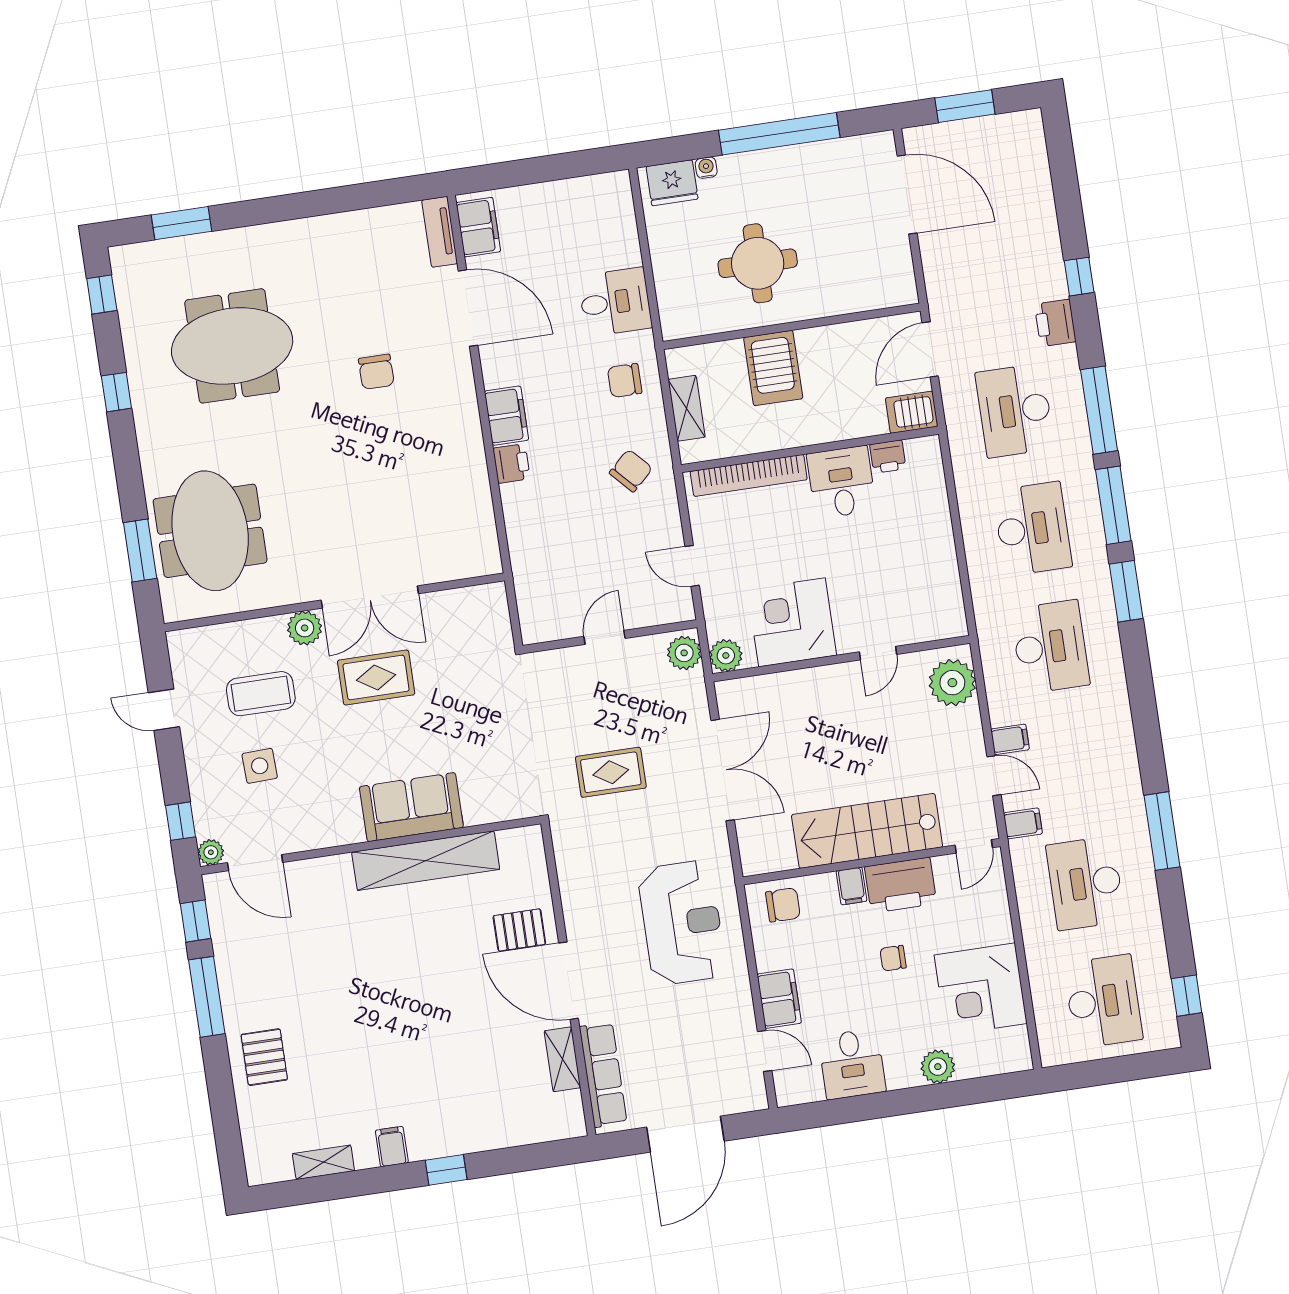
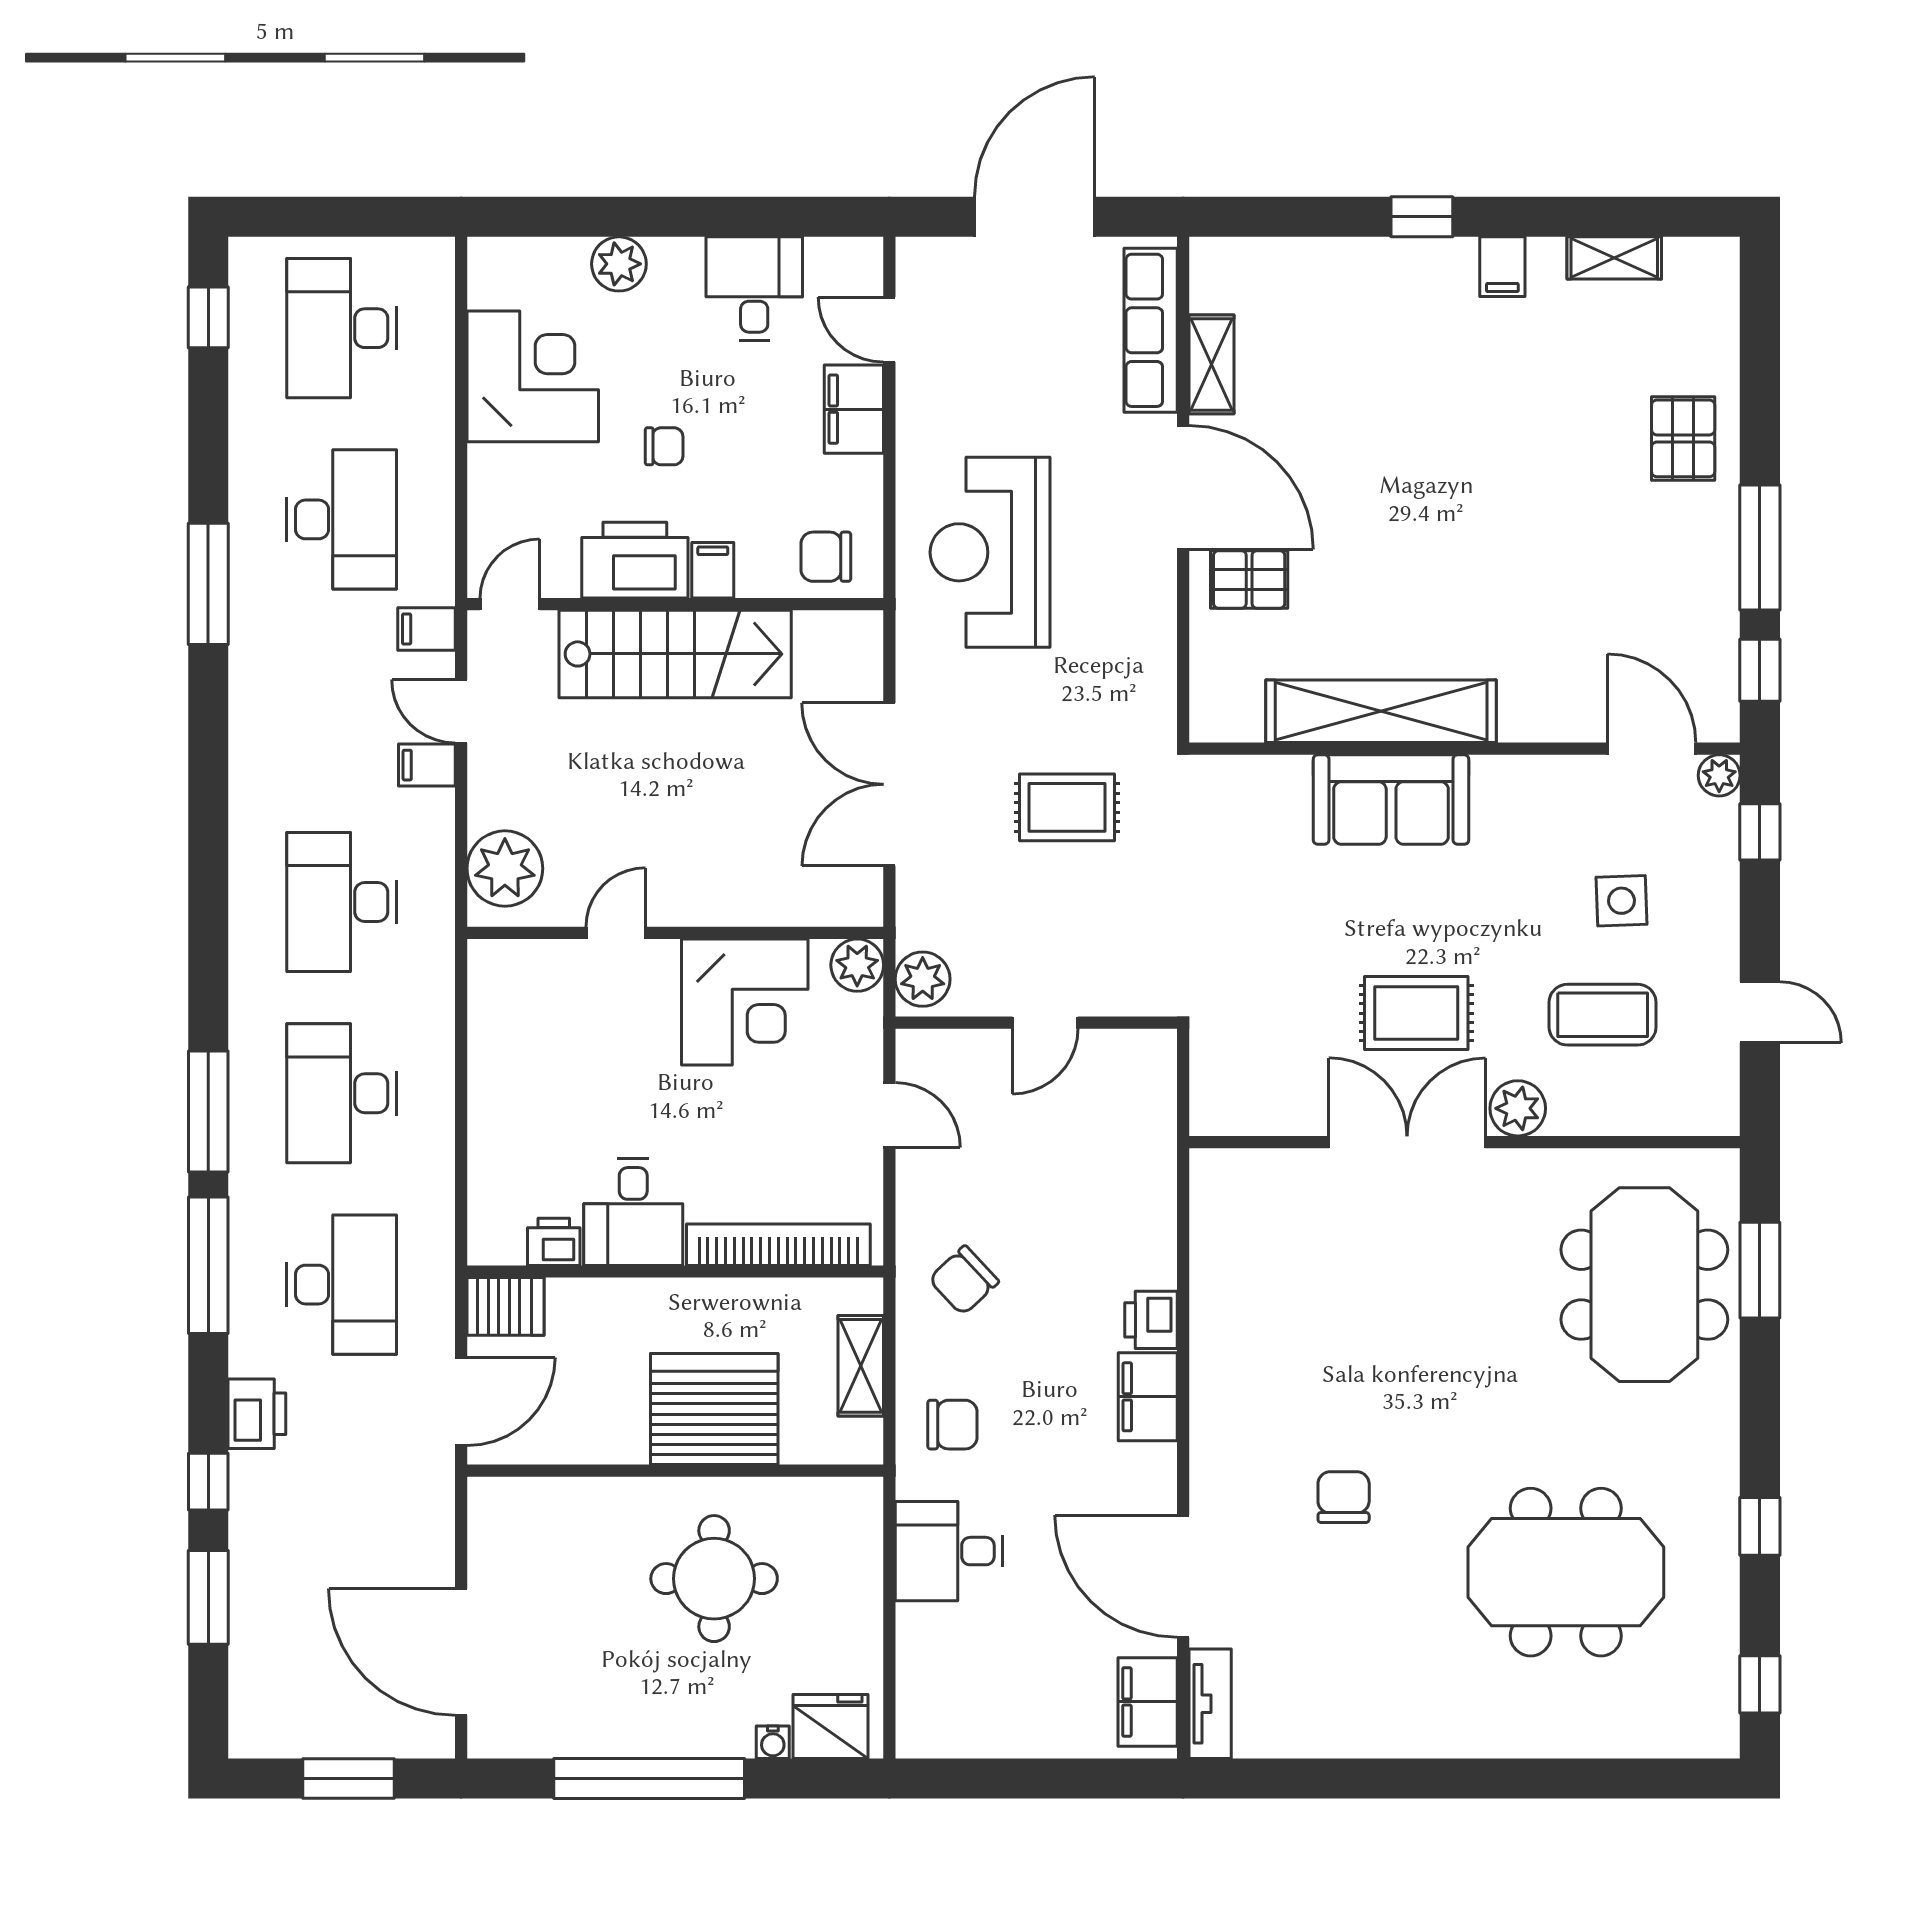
window: (181, 223) -> (1617, 1778), removed
server rack: (773, 368) -> (714, 1409), width x1.60
window: (1126, 591) -> (208, 1597), moved

